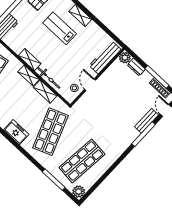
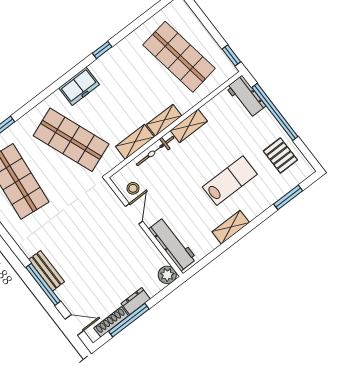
shelving: (80, 15) -> (231, 227), moved
dresser: (136, 67) -> (136, 301), moved
door: (90, 85) -> (134, 214), hinge flipped
bench: (146, 121) -> (47, 271), moved

